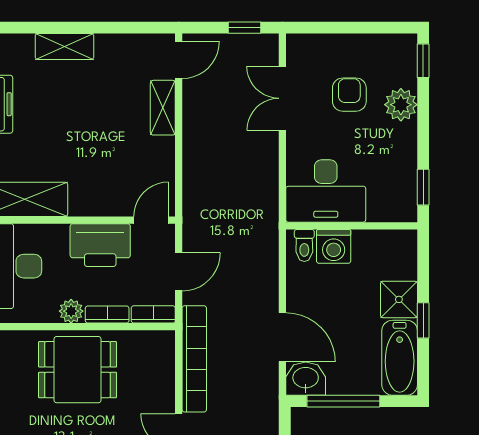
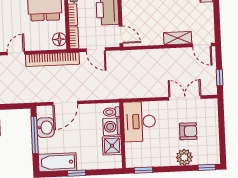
shower: (399, 299) -> (112, 146), moved
floor lamp: (155, 343) -> (59, 39), added
washbasin: (306, 379) -> (45, 128), moved

